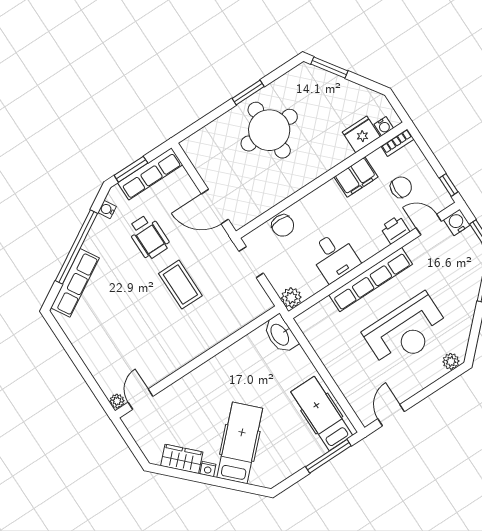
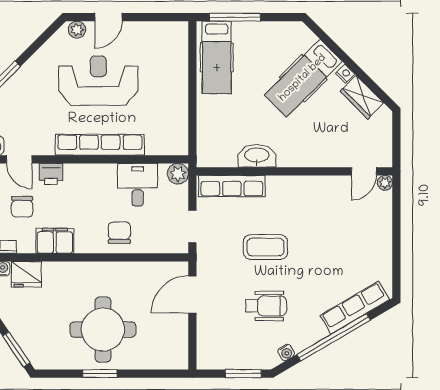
row of seats: (150, 174) -> (232, 186), moved, turned 180
chair: (401, 187) -> (22, 207), turned -90
door: (215, 207) -> (192, 294), swing flipped
chair: (283, 226) -> (119, 233), moved
wheelchair: (149, 237) -> (266, 306), turned 90
desk: (334, 257) -> (138, 185), moved
coffee table: (180, 285) -> (265, 247), turned 90
washbasin: (280, 334) -> (257, 156), moved, turned -90
door: (391, 415) -> (108, 17), moved

